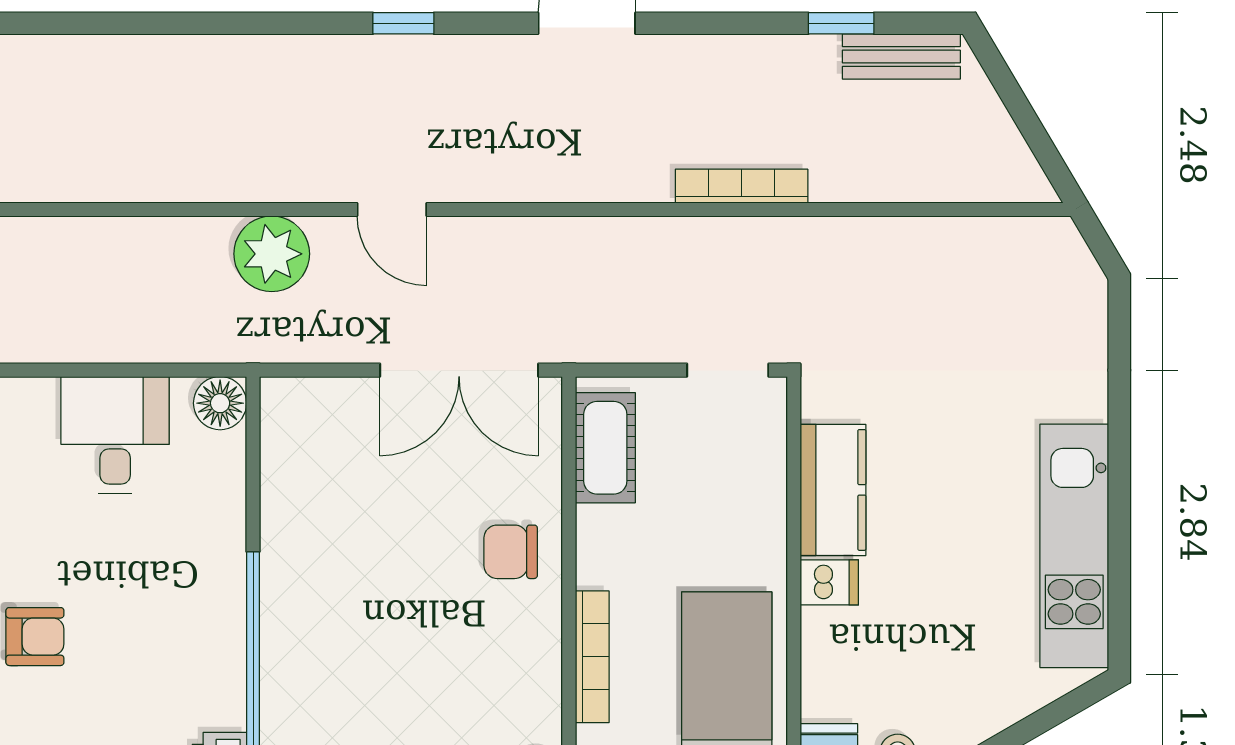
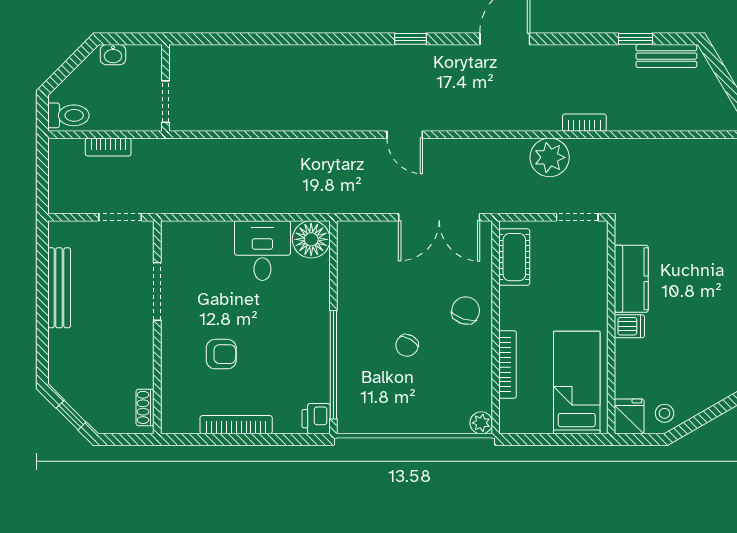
bookcase: (742, 186) -> (584, 123), width x0.64
plant: (272, 254) -> (550, 157), moved
floor lamp: (220, 403) -> (311, 239), width x1.38, depth x1.38
chair: (511, 552) -> (466, 311), turned 108
chair: (396, 620) -> (407, 345), added

